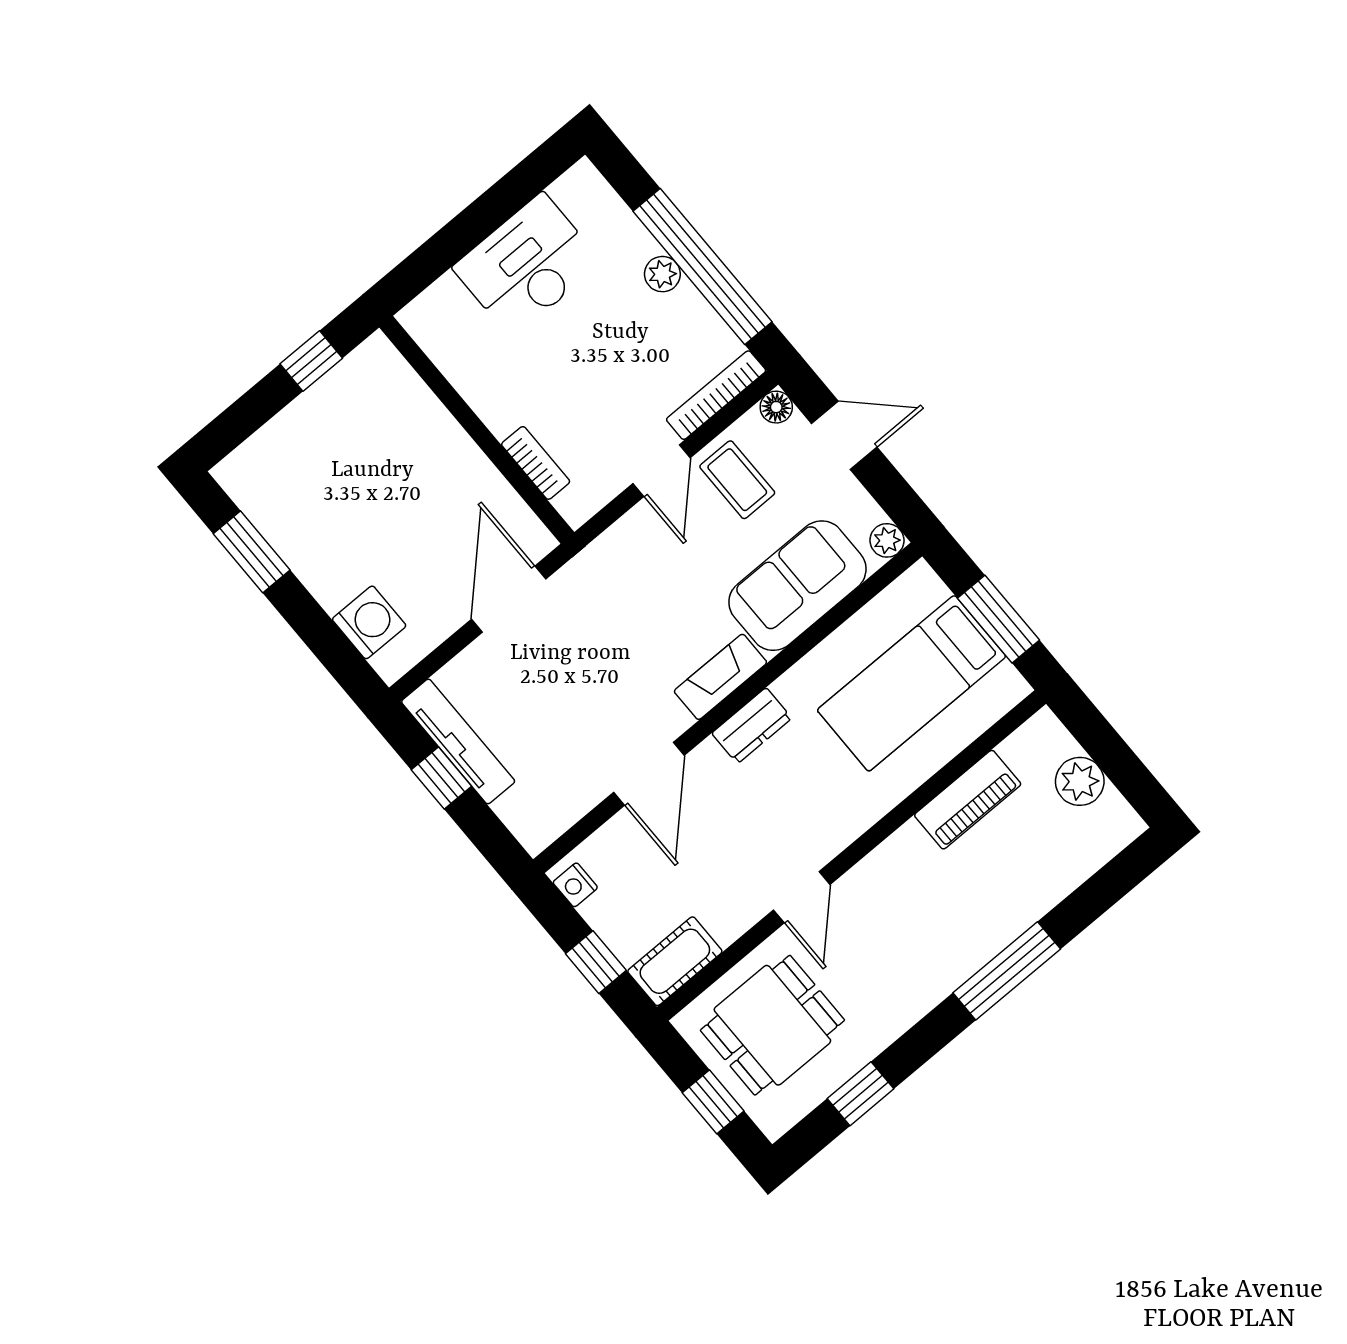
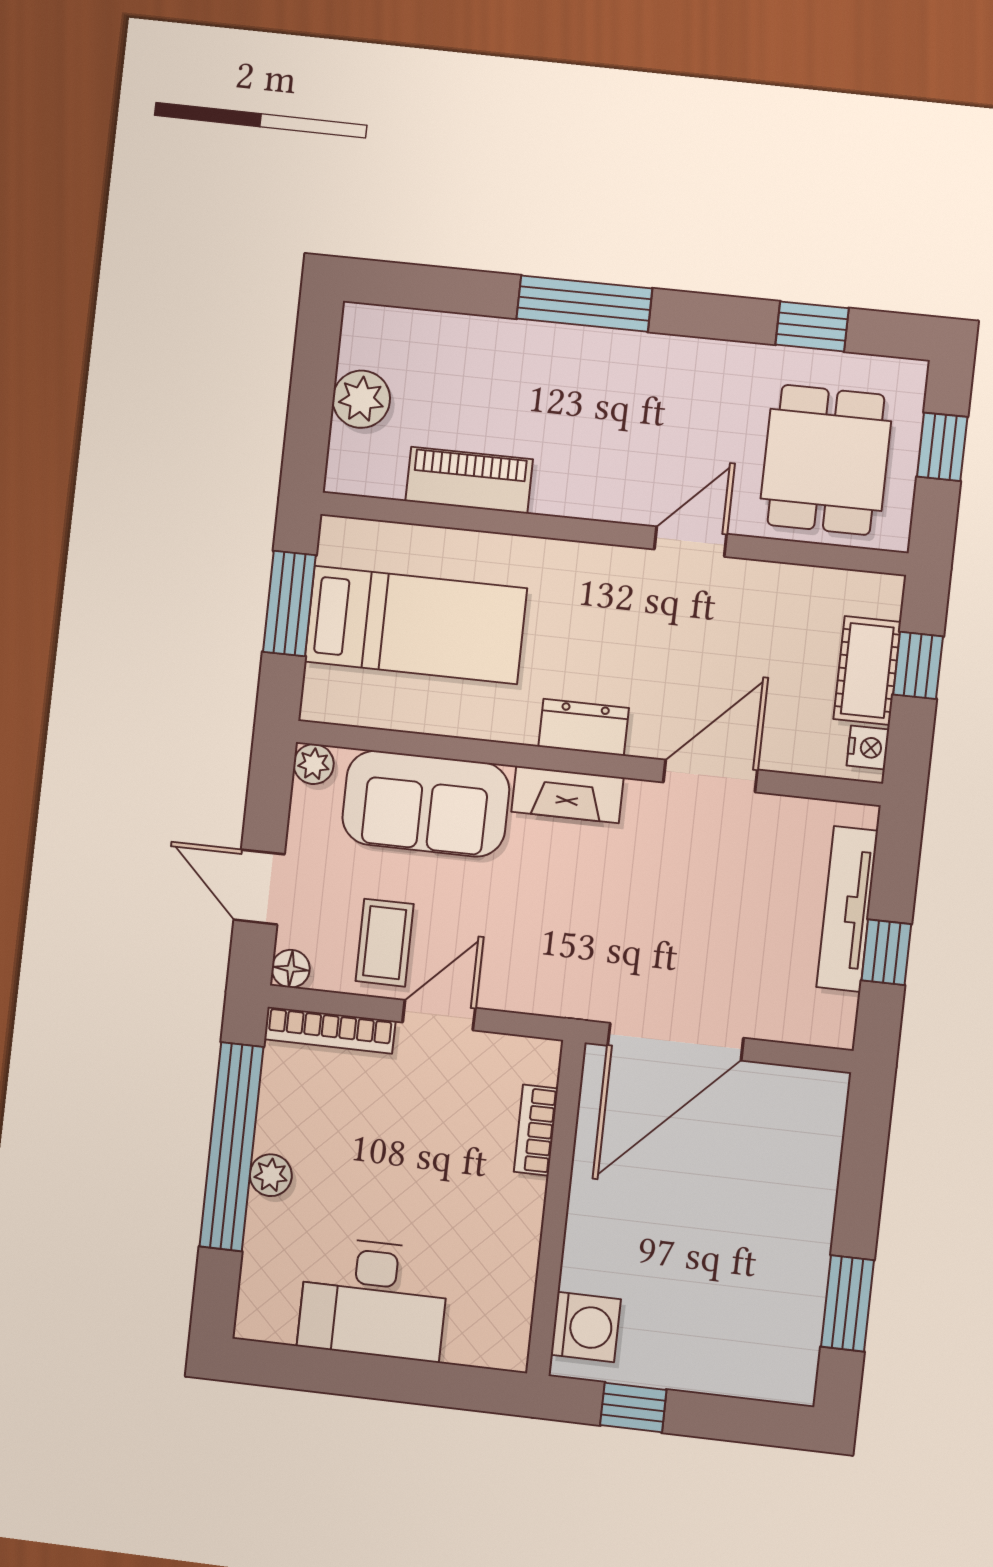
door: (509, 599) -> (676, 1042), width x1.36
washing machine: (369, 622) -> (586, 1327), moved, turned 180
tv unit: (458, 741) -> (847, 909), moved
cot: (675, 961) -> (867, 671), moved, turned 90
dining table: (772, 1025) -> (826, 460), turned 90

